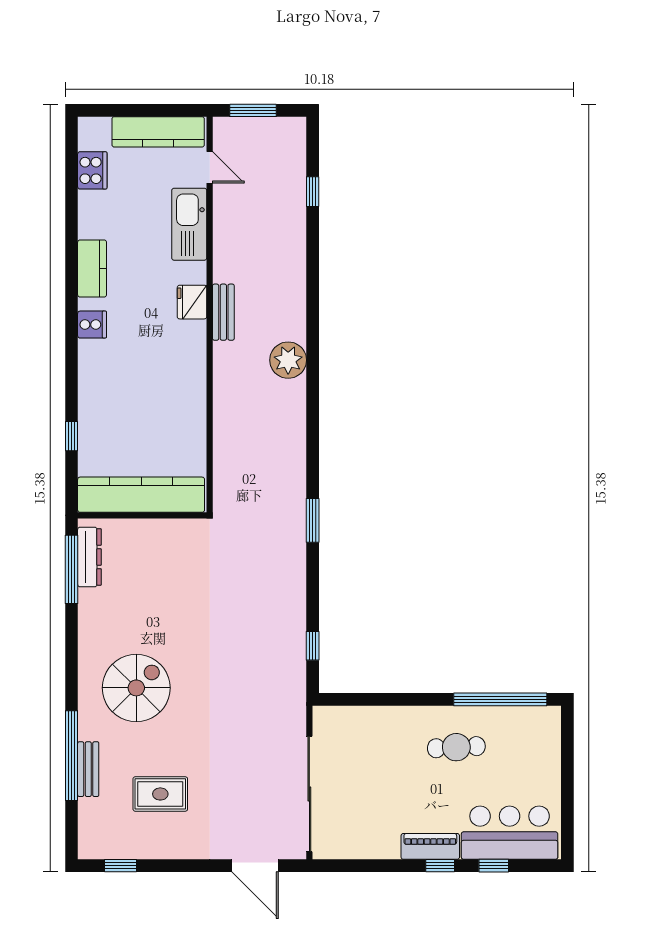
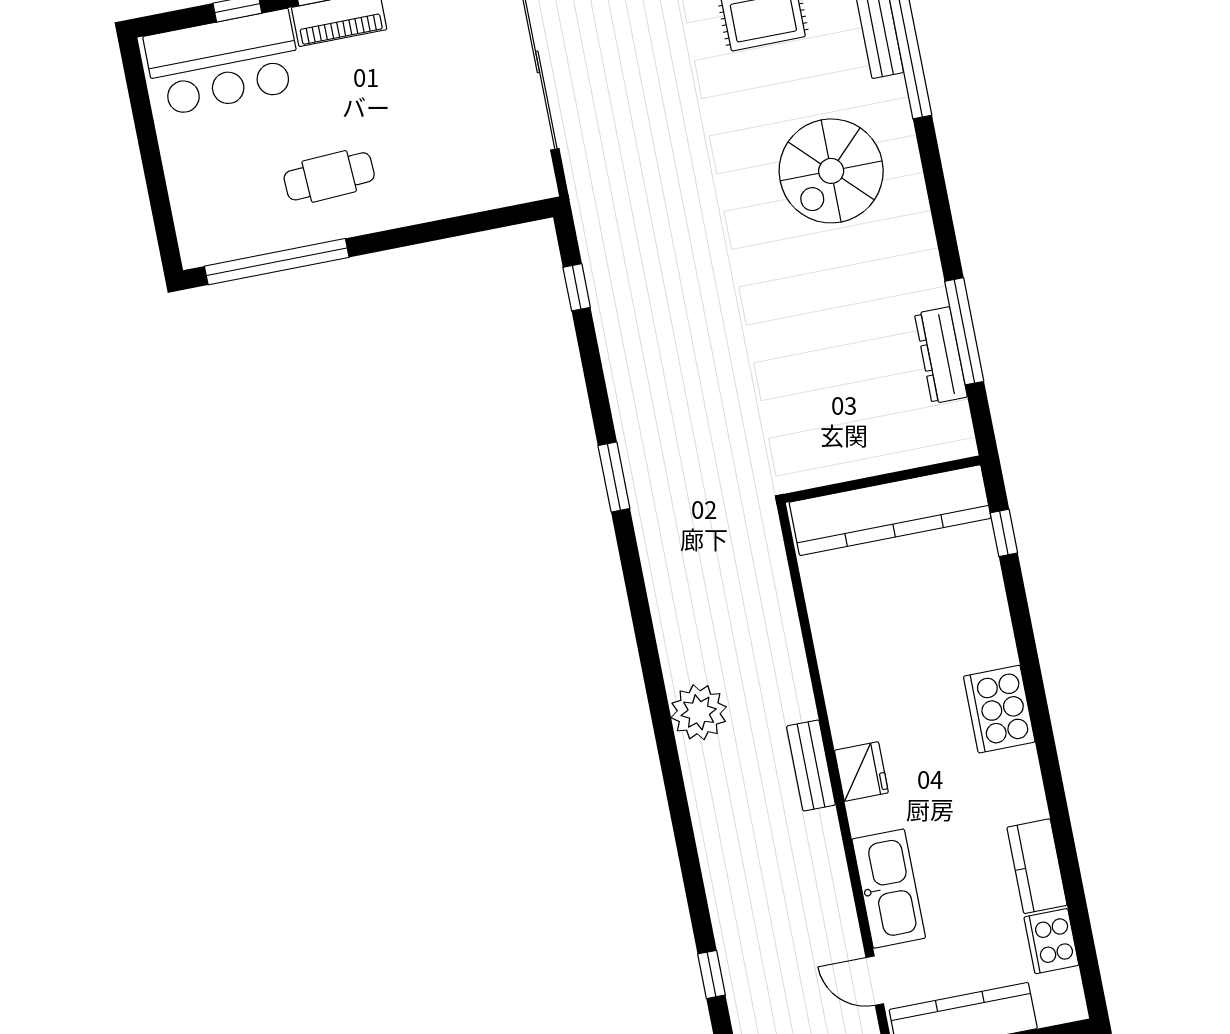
kitchen counter: (92, 268) -> (1037, 866), moved
cooker: (92, 325) -> (999, 709), width x1.87, depth x1.31
kitchen counter: (141, 495) -> (890, 510), moved
wall: (142, 515) -> (882, 479), moved

